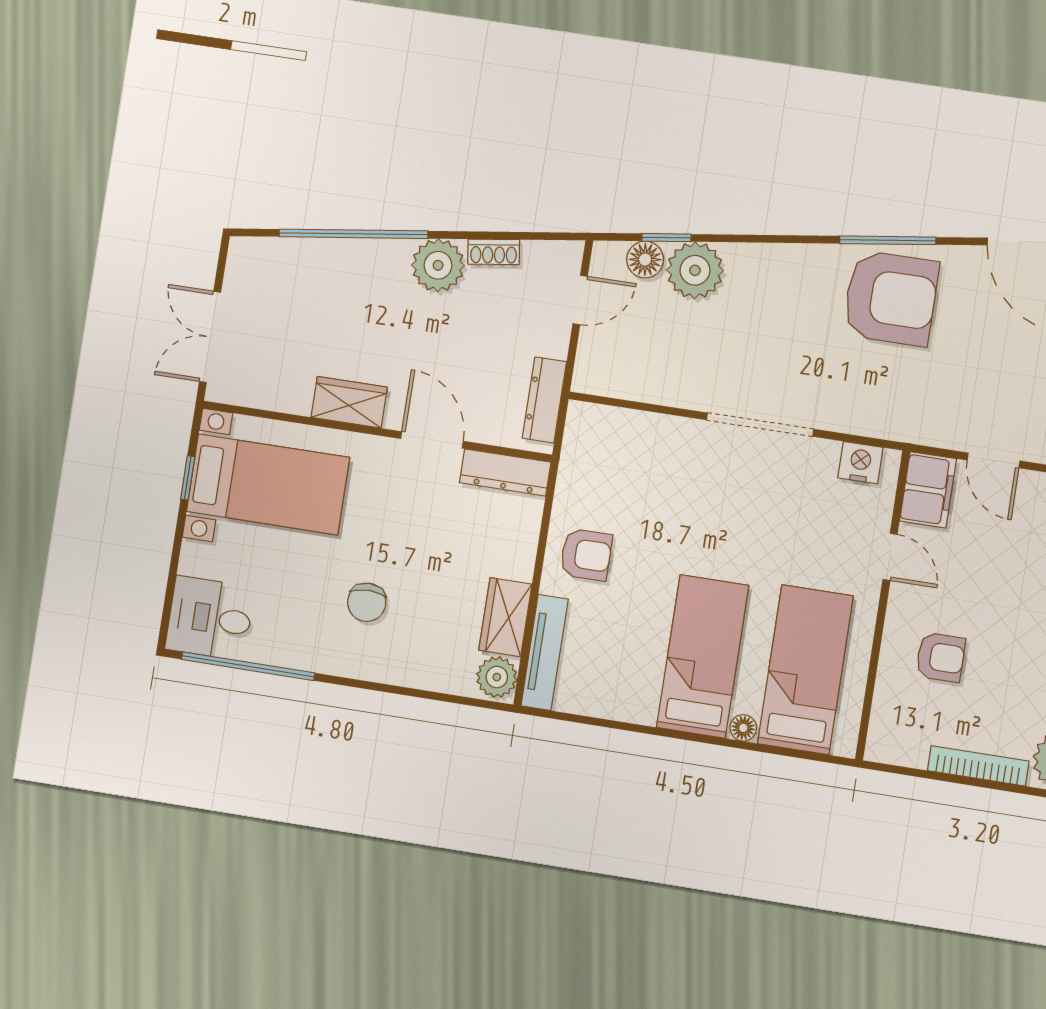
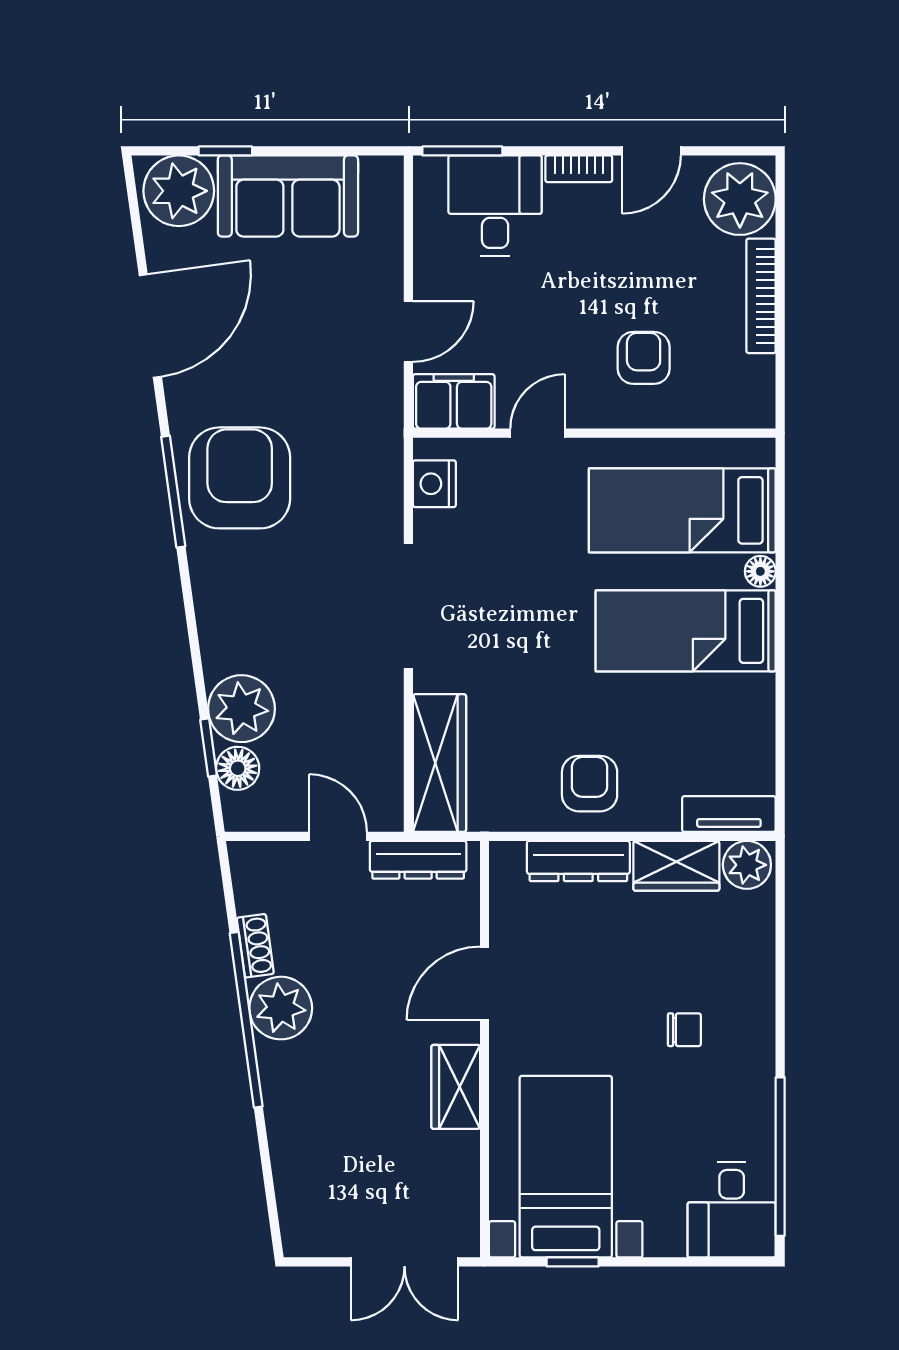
window: (353, 234) -> (246, 1020), moved
door: (580, 300) -> (338, 836), moved
wardrobe: (623, 430) -> (439, 763), added
dresser: (505, 472) -> (578, 861), moved, turned 90
chair: (367, 602) -> (684, 1030), width x0.73, depth x0.73
tv unit: (545, 652) -> (729, 814), width x0.71

